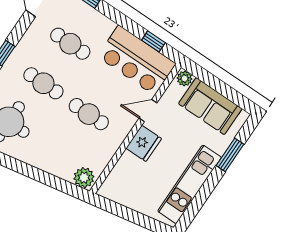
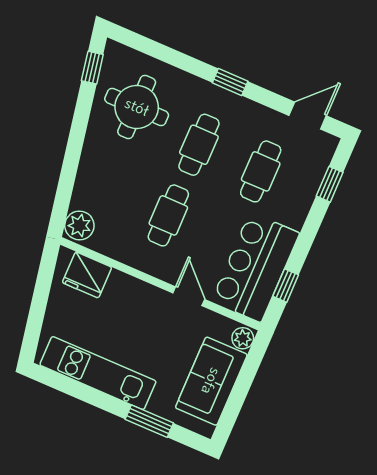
fridge: (144, 143) -> (87, 275), moved

